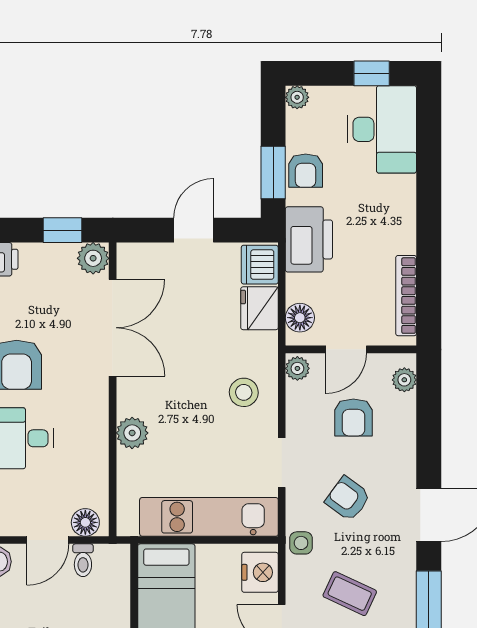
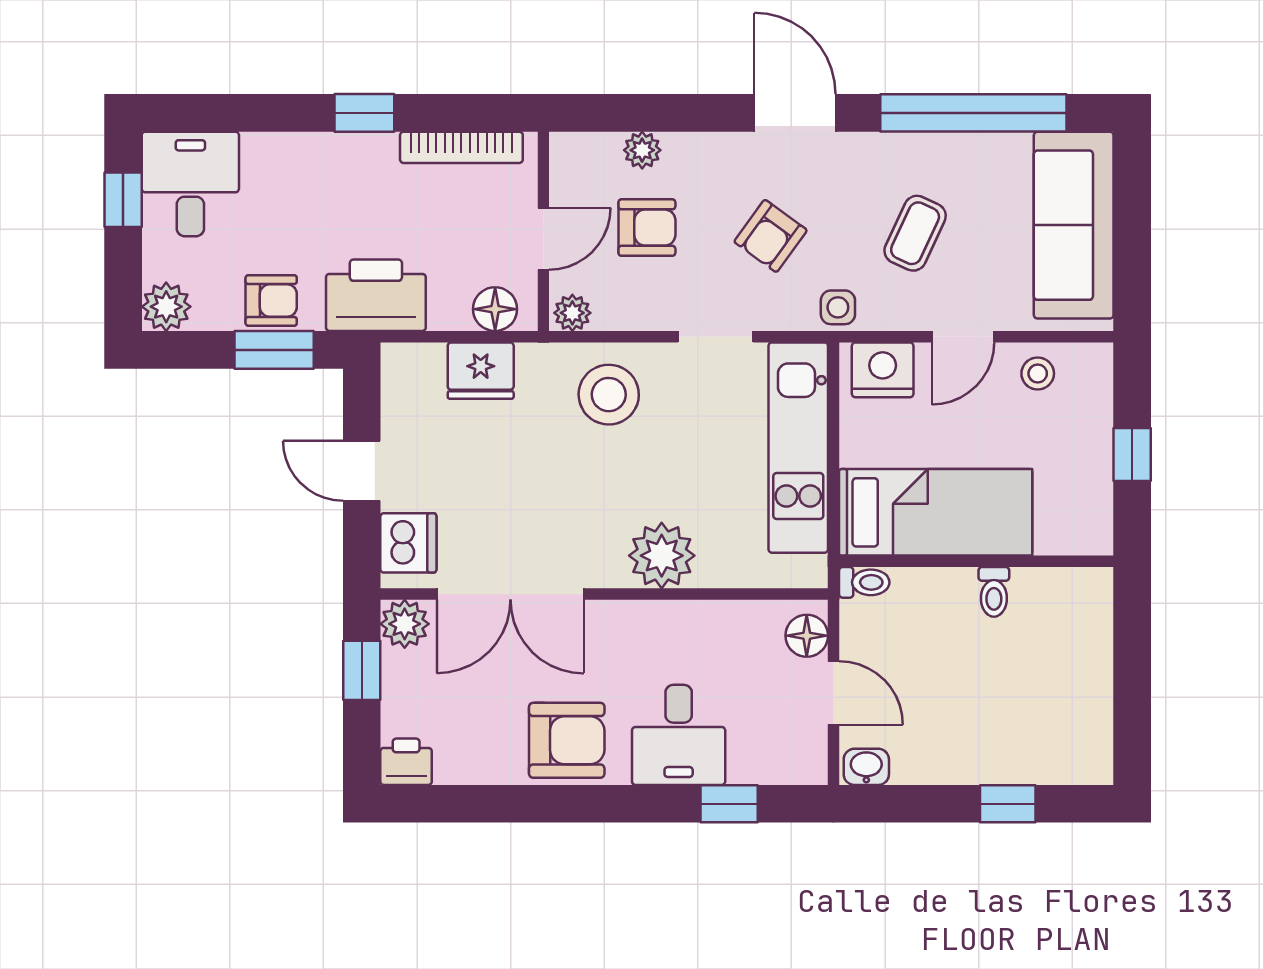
plant: (297, 97) -> (166, 307), width x1.38, depth x1.38
desk: (382, 129) -> (190, 184), width x0.73
window: (429, 232) -> (364, 113), added
dishwasher: (260, 265) -> (408, 543), moved, turned -90
double door: (113, 328) -> (510, 594), swing flipped
door: (346, 349) -> (543, 239), hinge flipped
plant: (404, 380) -> (642, 150), moved
stool: (244, 392) -> (609, 395), width x1.38, depth x1.38
plant: (132, 433) -> (662, 556), width x1.36, depth x1.36
toilet: (83, 560) -> (864, 582), moved

